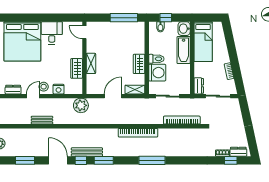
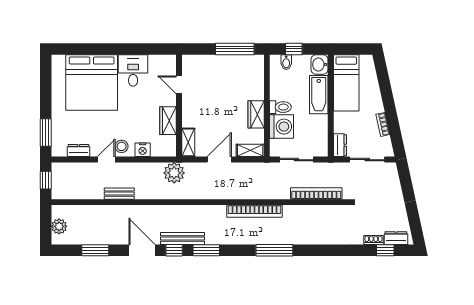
door: (84, 32) -> (179, 85), moved
shelving: (91, 63) -> (188, 142), moved

